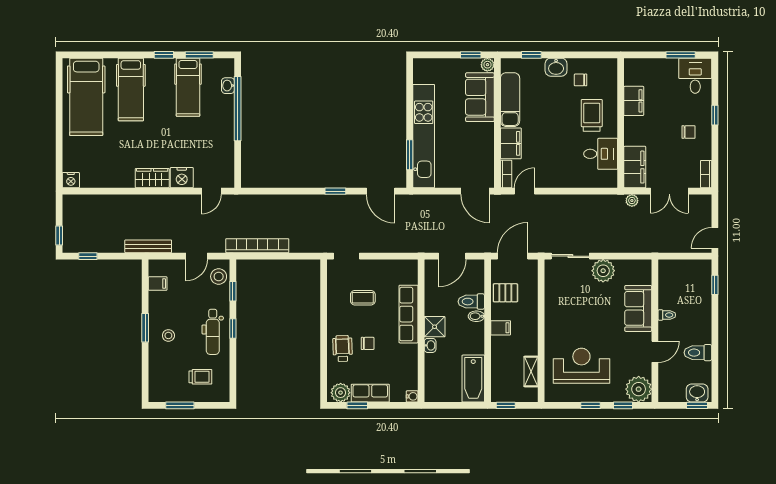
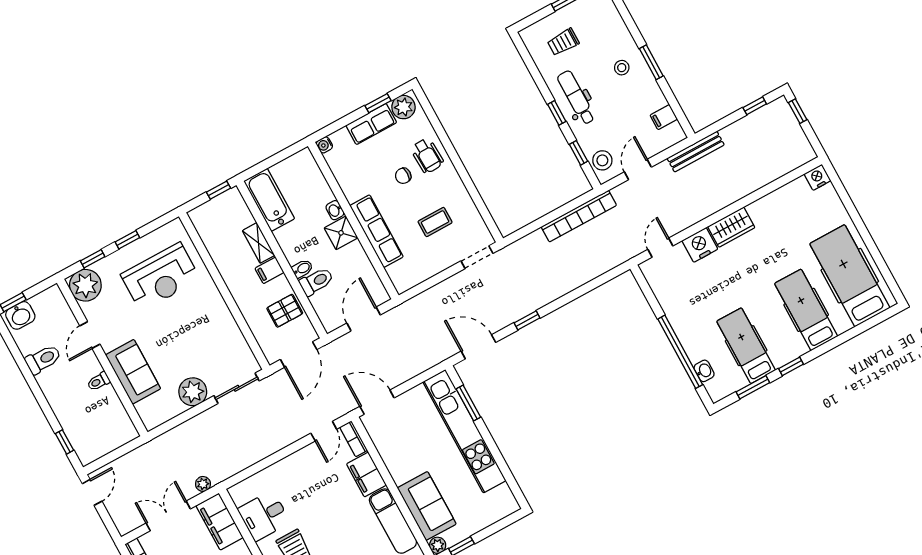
shelving: (531, 371) -> (259, 243), moved

